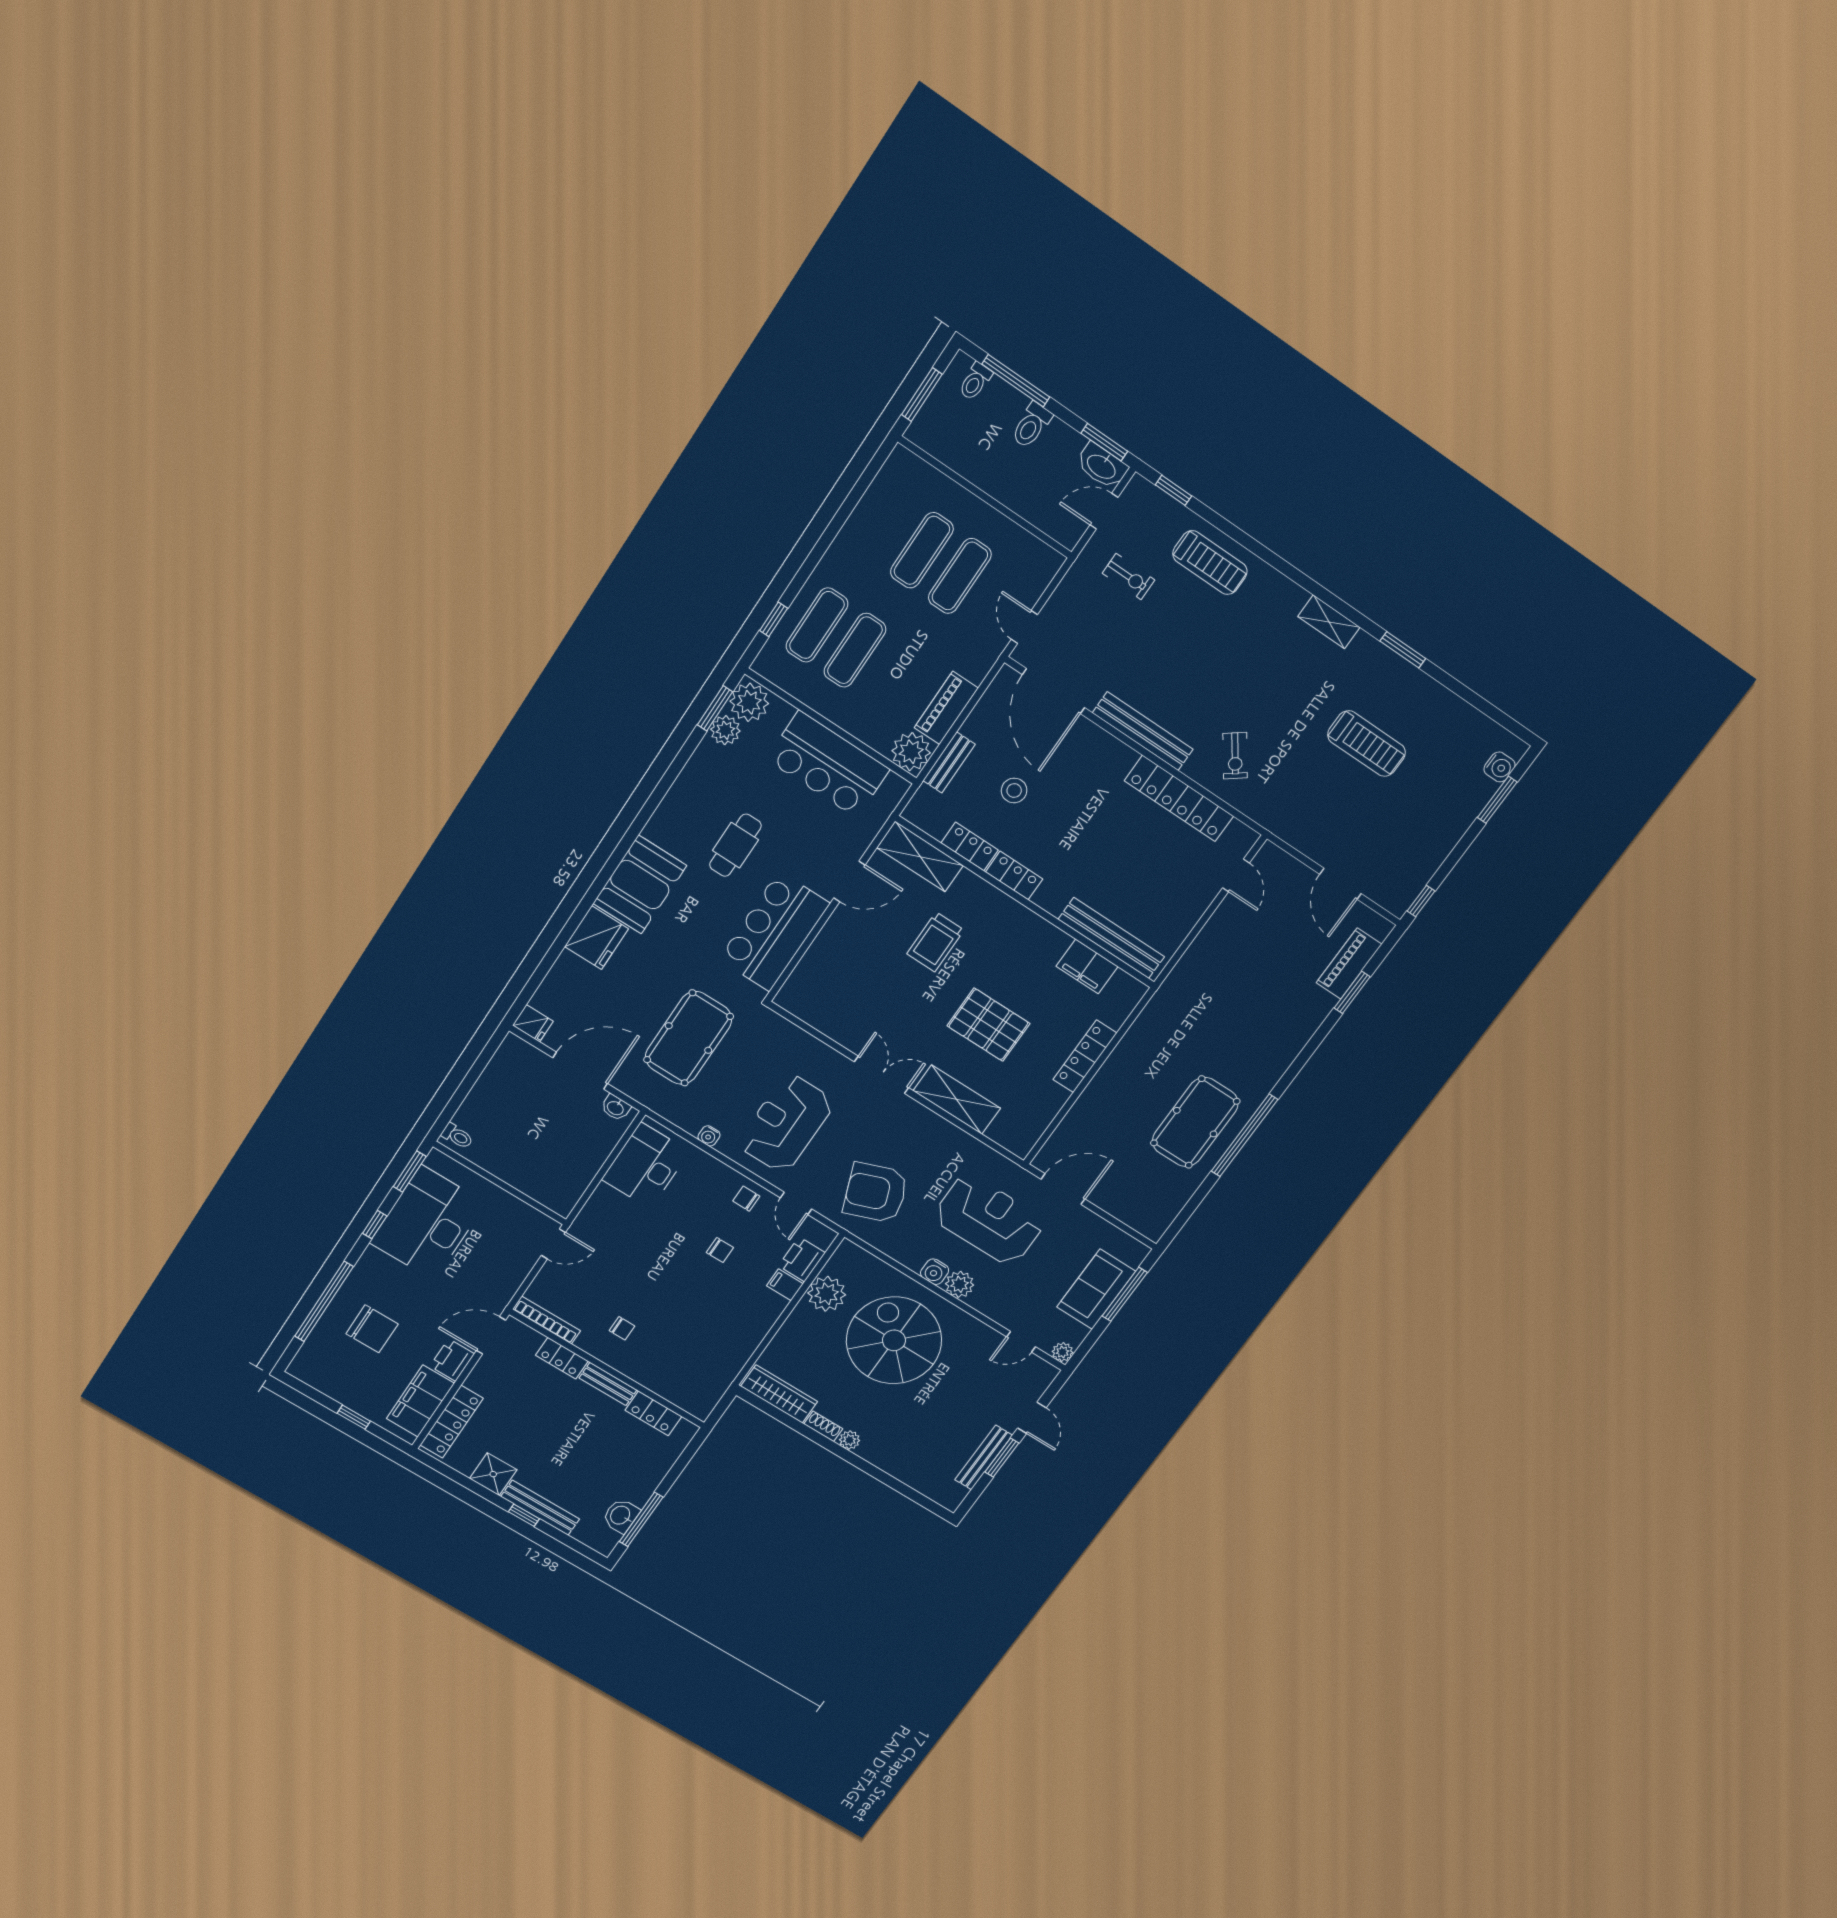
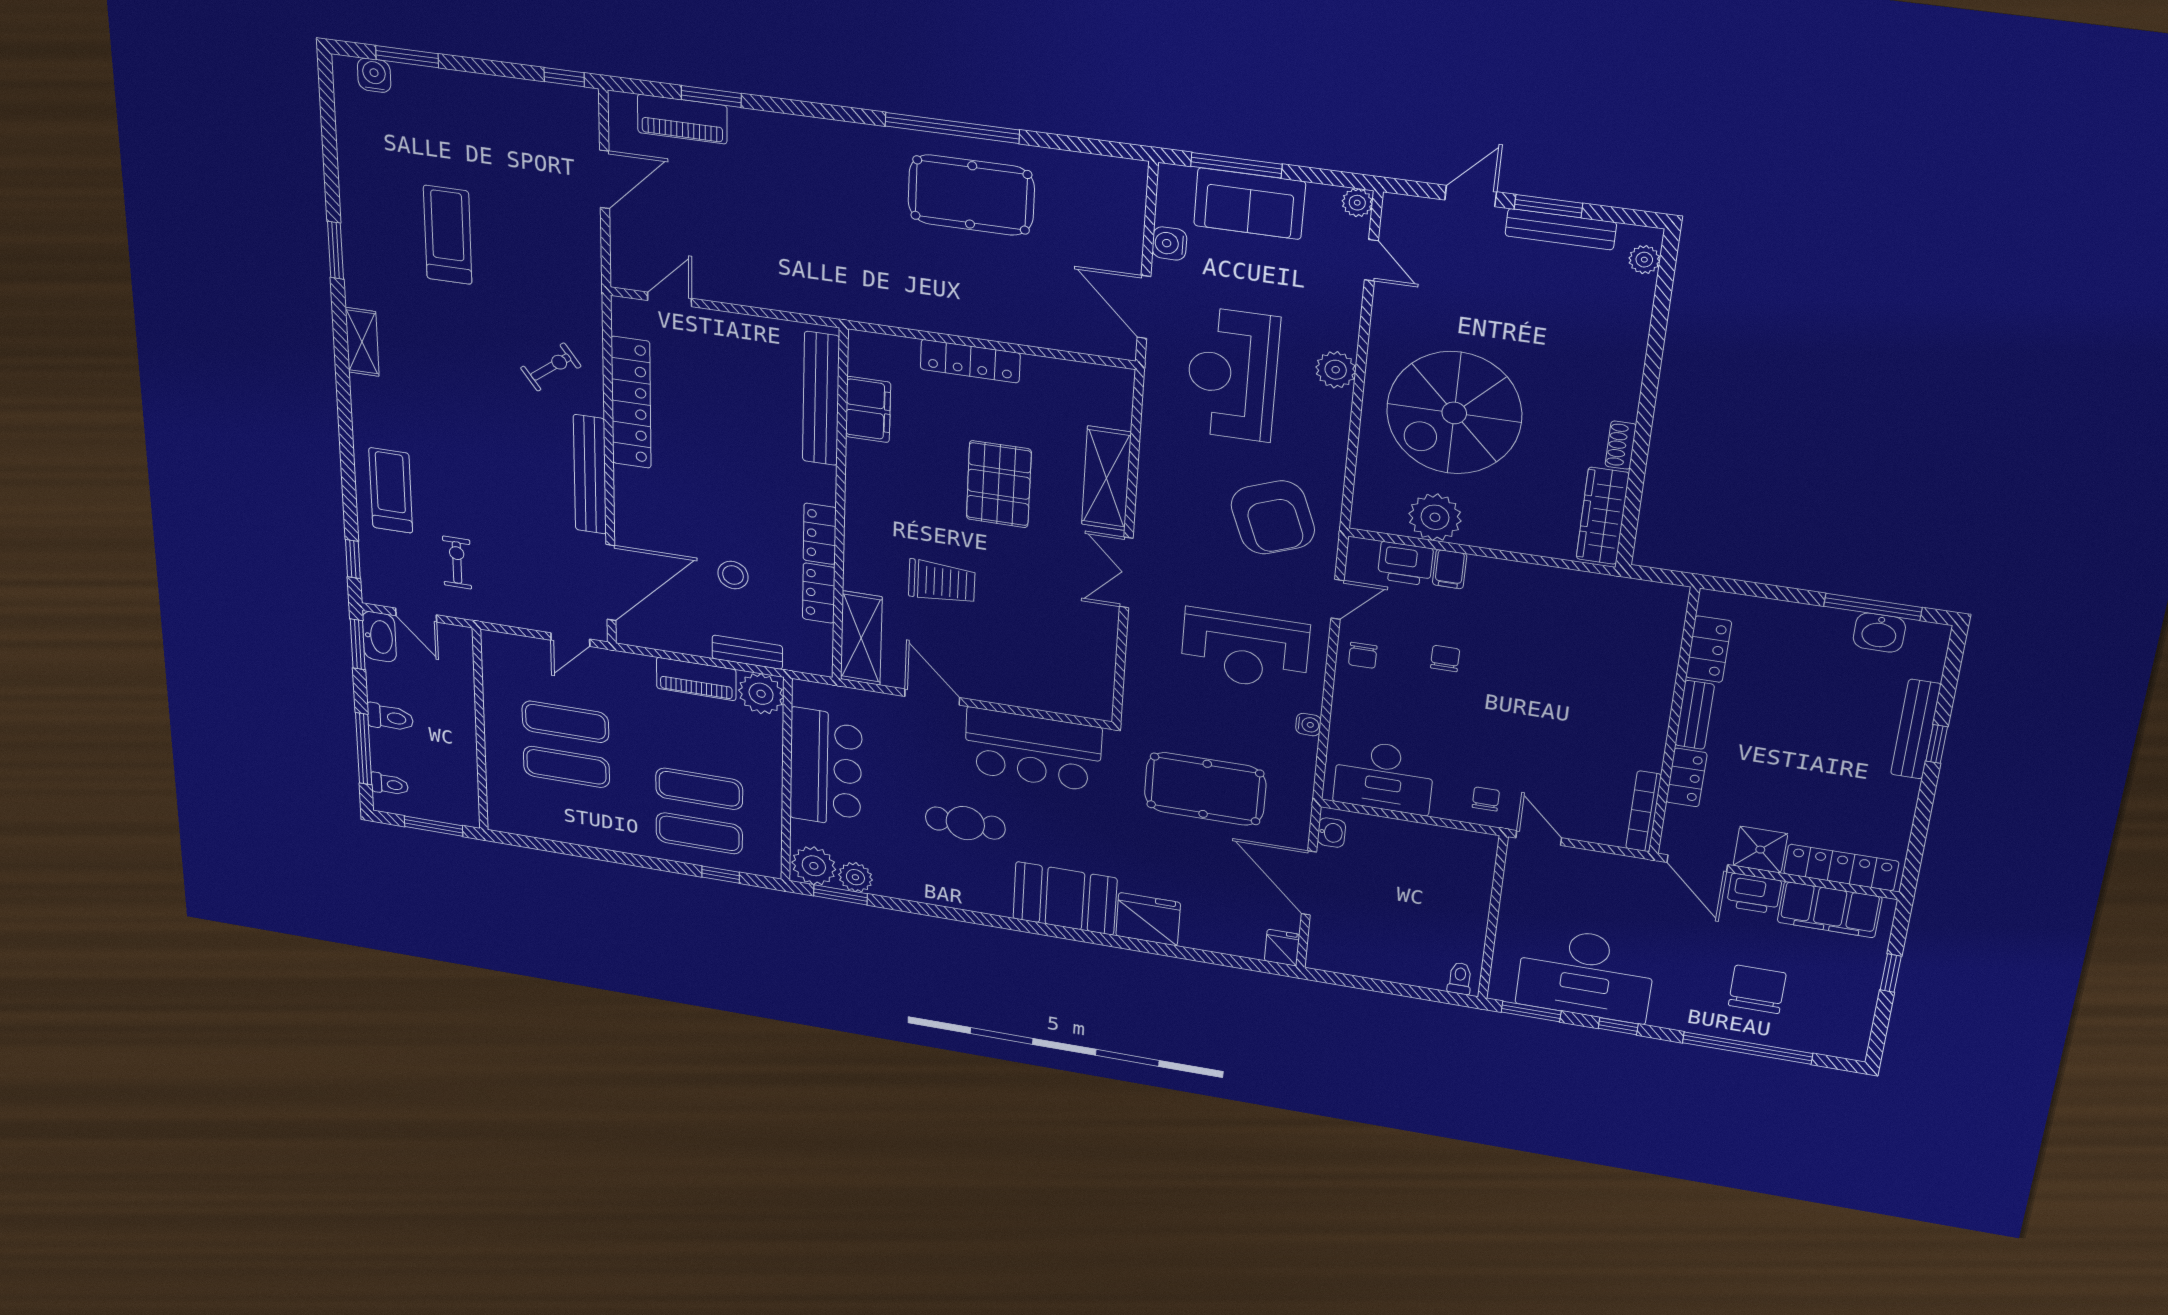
water cooler: (935, 1272) -> (1169, 243), moved, turned 180
chair: (622, 1328) -> (1486, 799), moved
plant: (850, 1440) -> (1644, 260), moved
shower: (493, 1474) -> (1760, 850), moved

